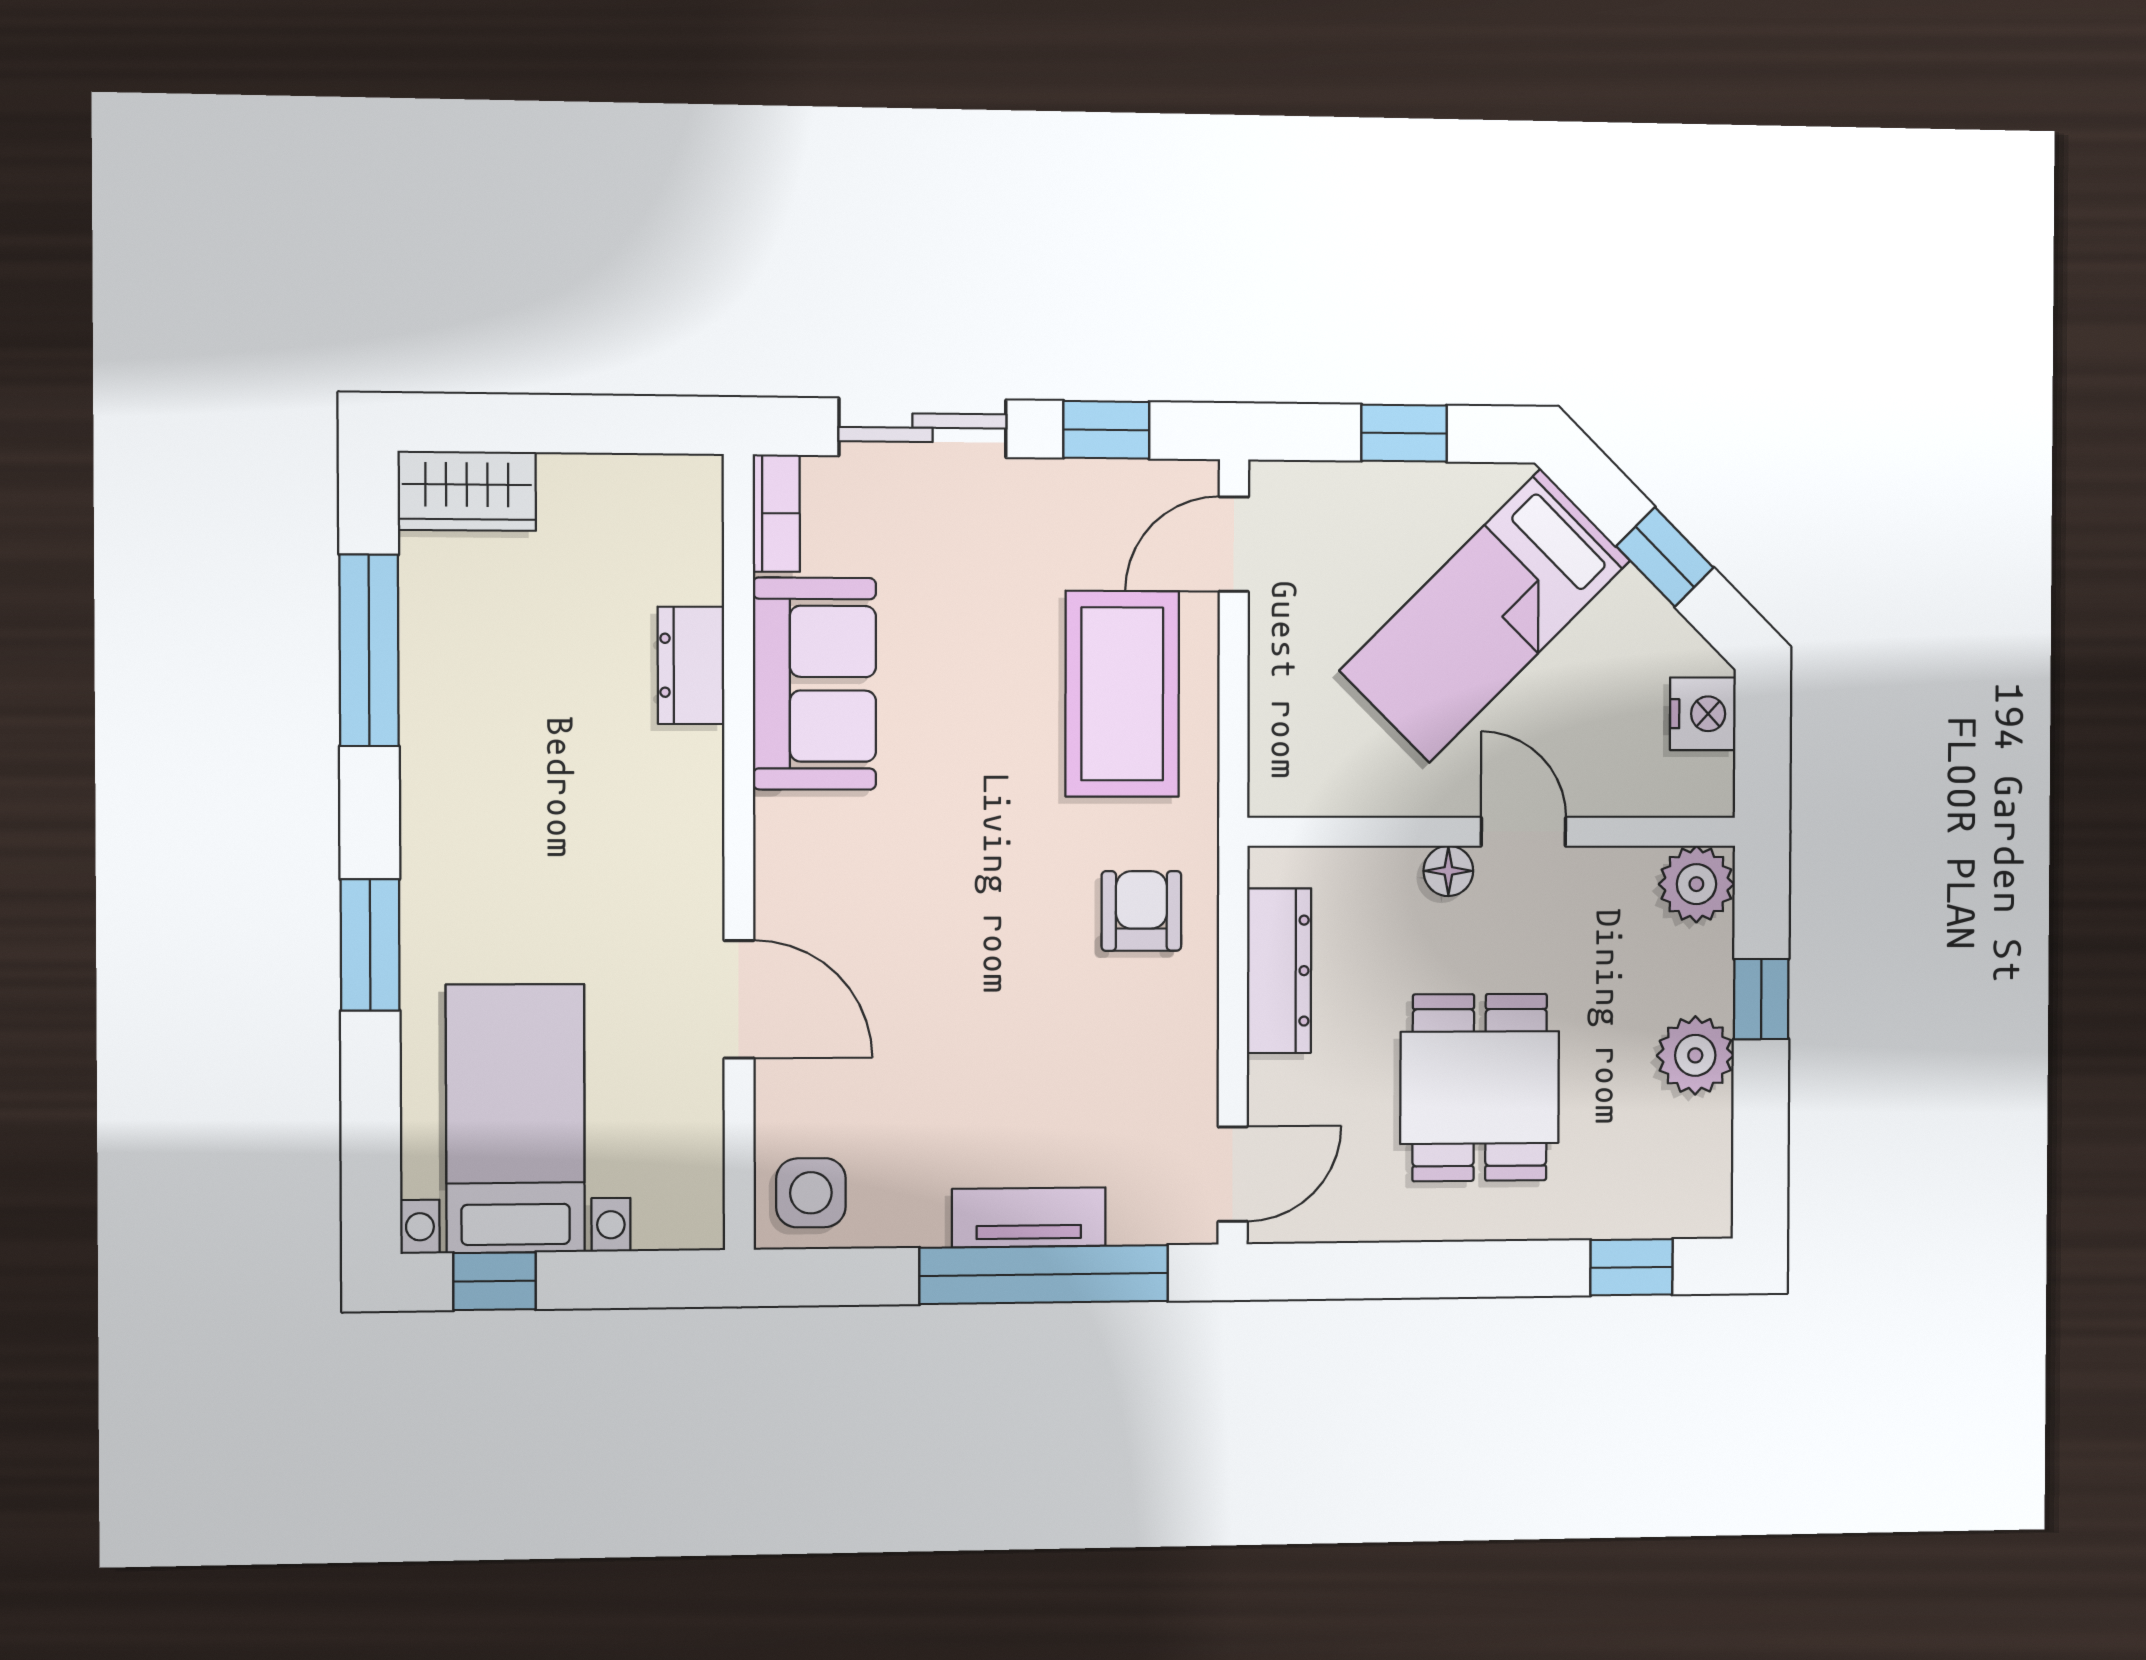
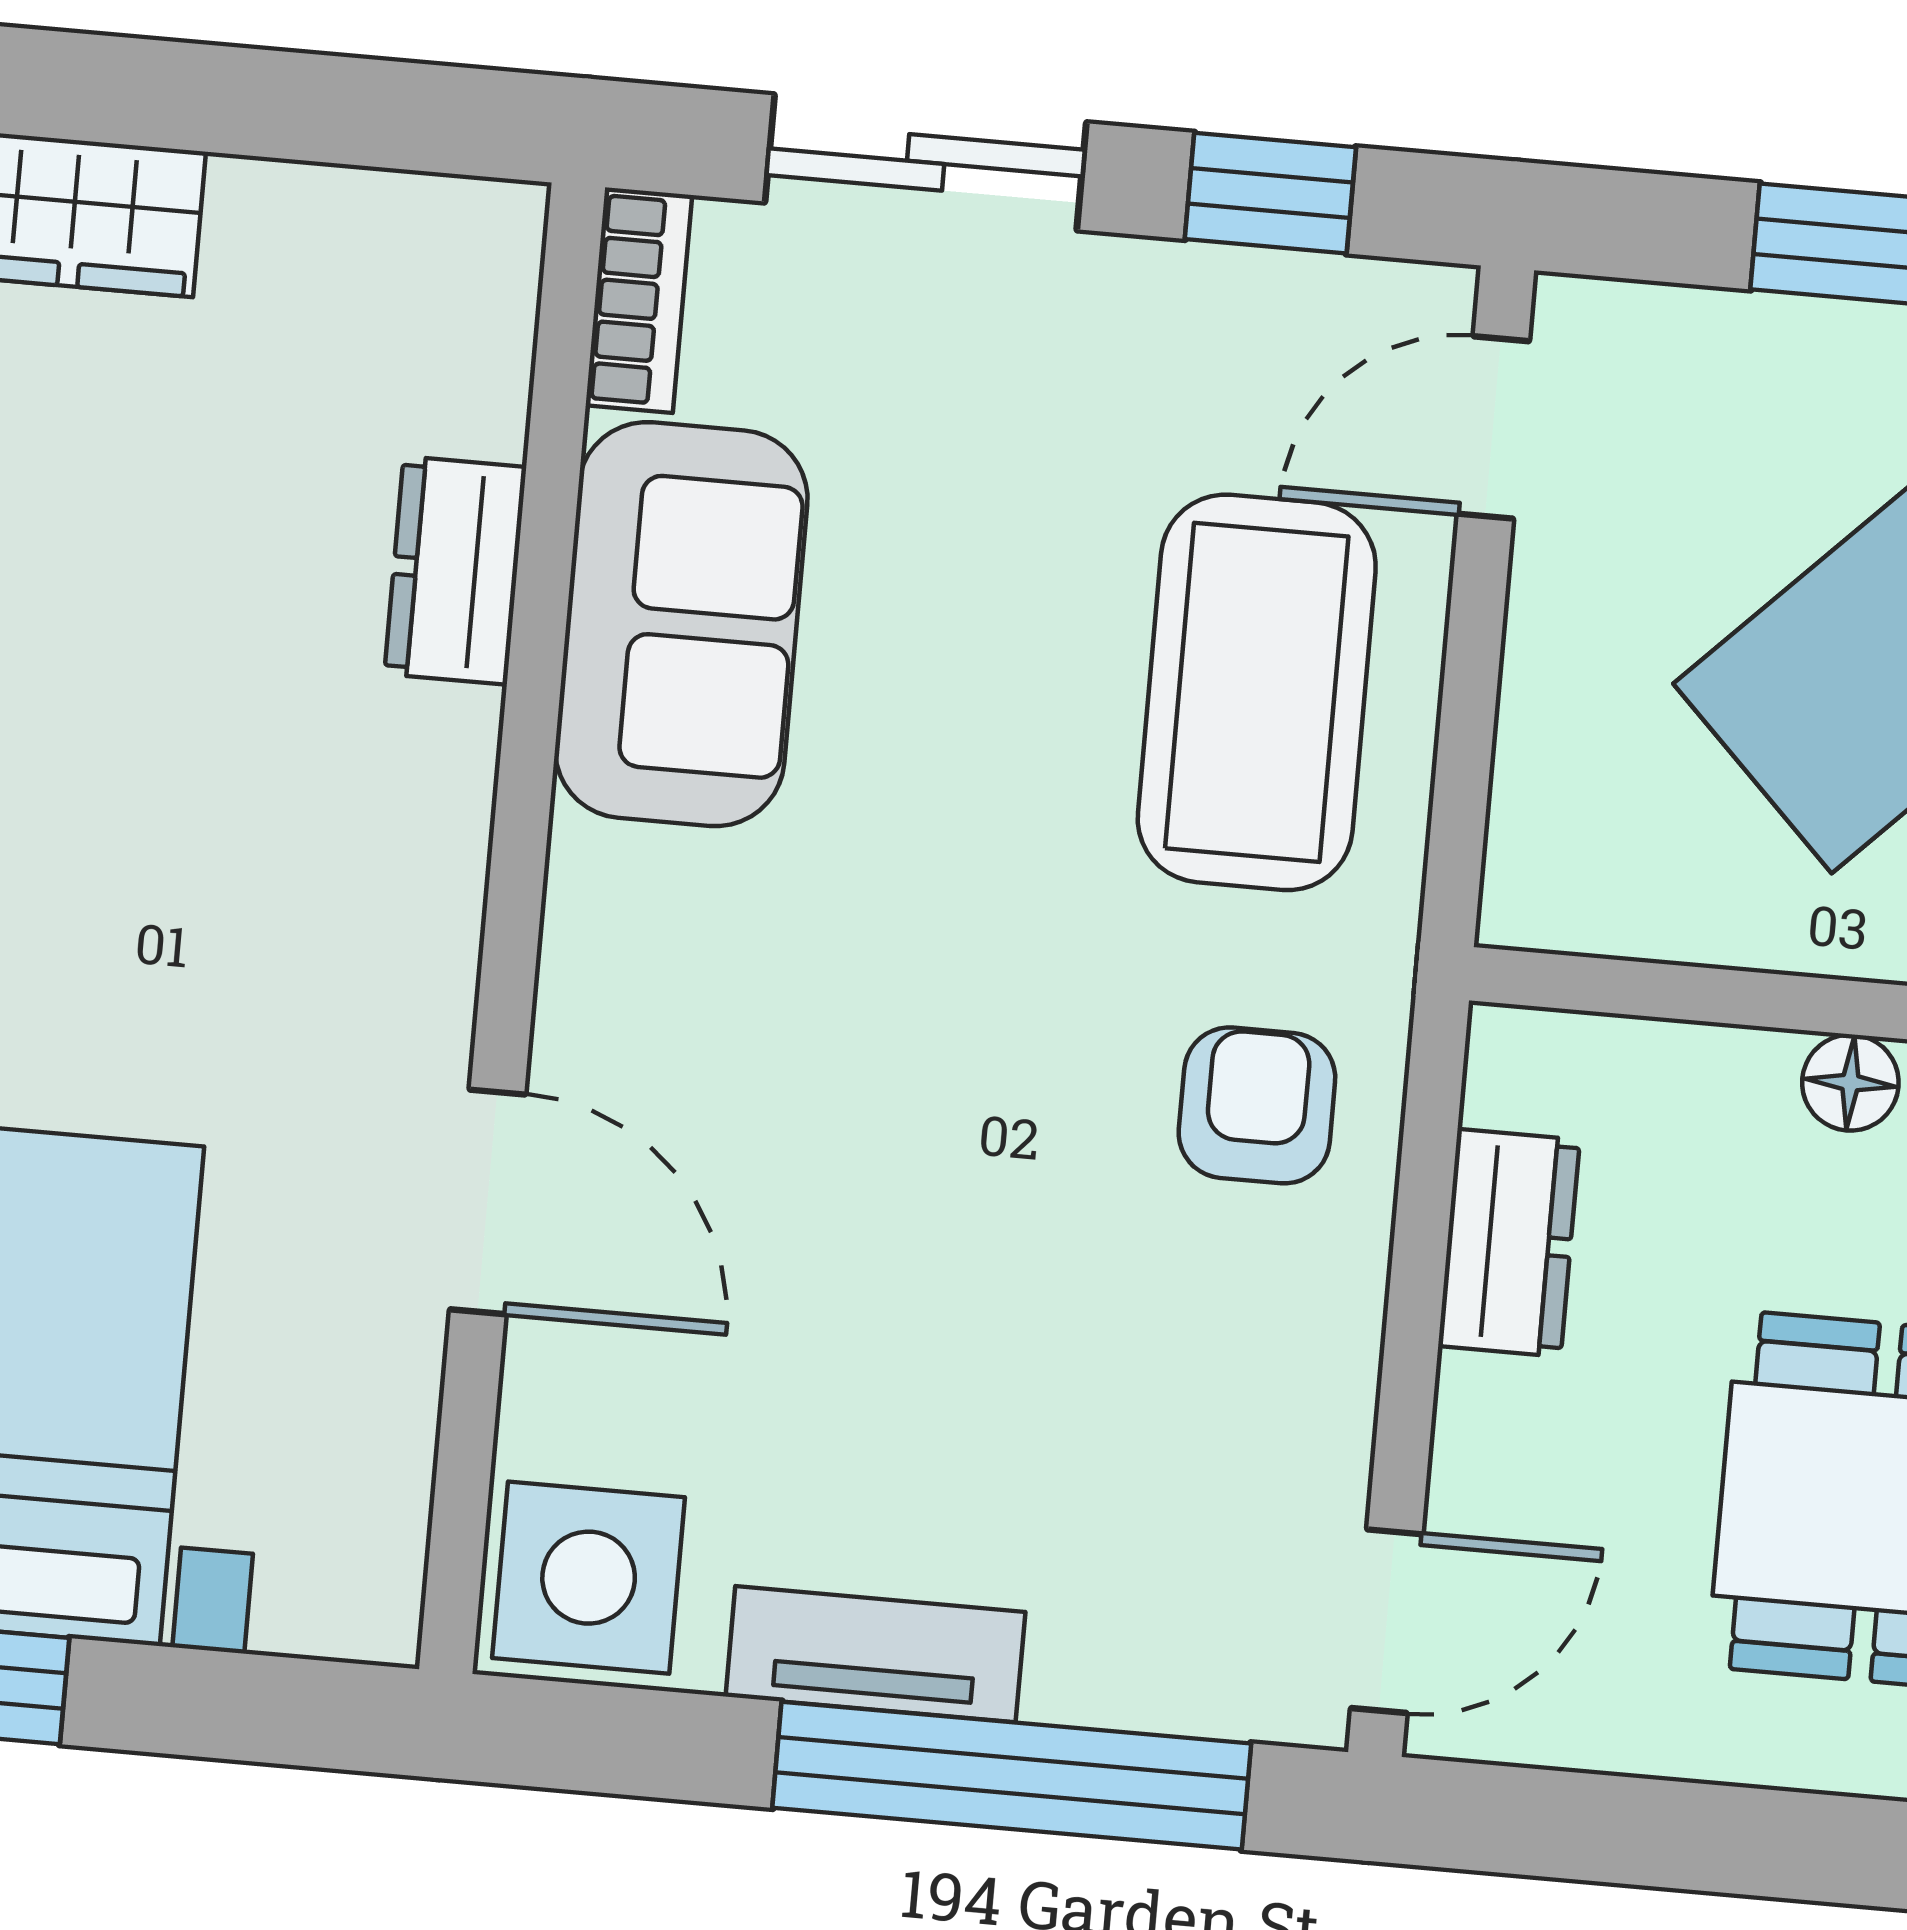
dresser: (1279, 971) -> (1509, 1243), width x0.70
side table: (811, 1193) -> (589, 1578), width x1.37, depth x1.37
tv unit: (1029, 1217) -> (875, 1654), moved

